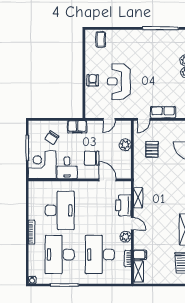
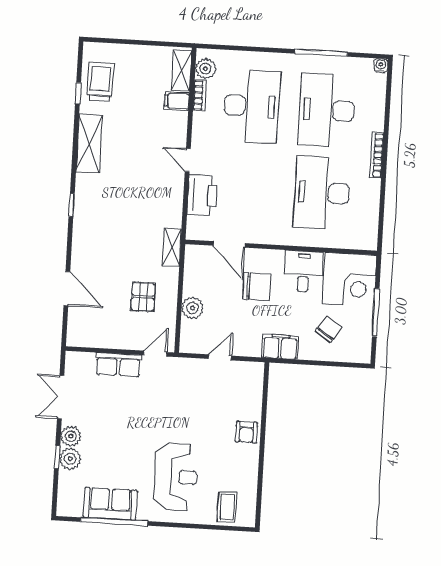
sofa: (163, 38) -> (110, 504), added
reception desk: (119, 82) -> (176, 477), moved
shelving: (138, 198) -> (172, 247), moved
plant: (126, 237) -> (206, 69), moved
desk: (60, 255) -> (327, 110), turned 180

